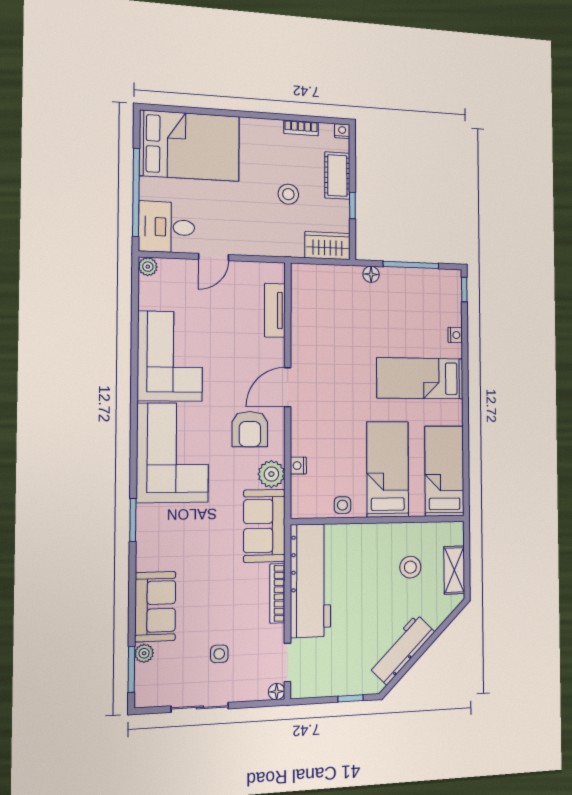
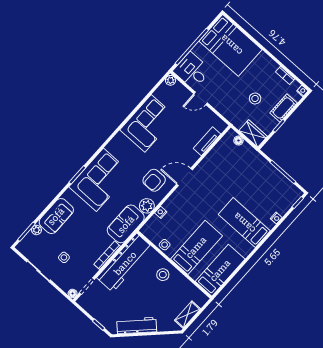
floor lamp: (371, 274) -> (238, 141), moved
corner sofa: (173, 453) -> (100, 180), moved
stool: (410, 567) -> (163, 275), moved

